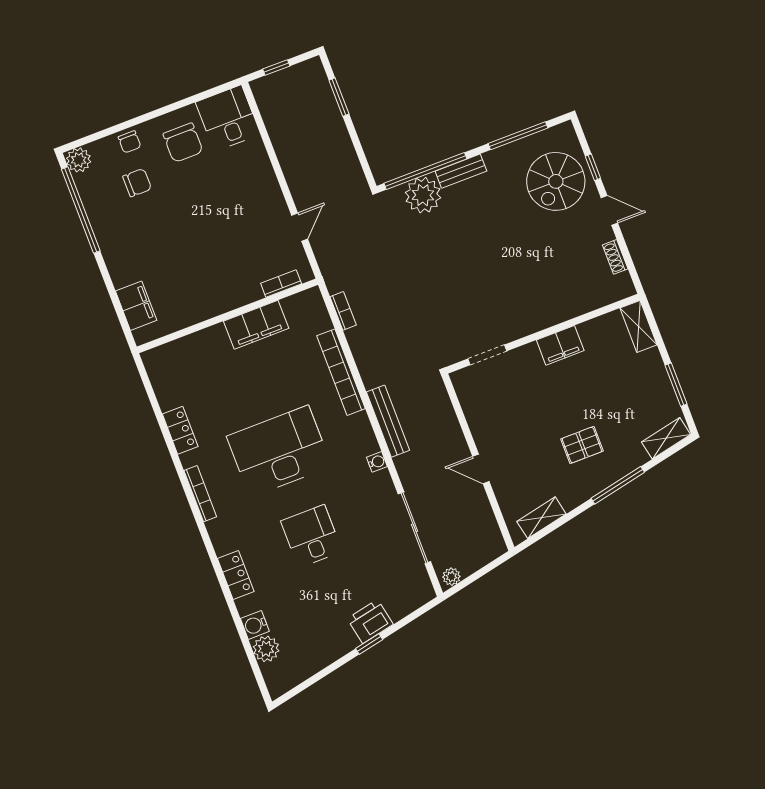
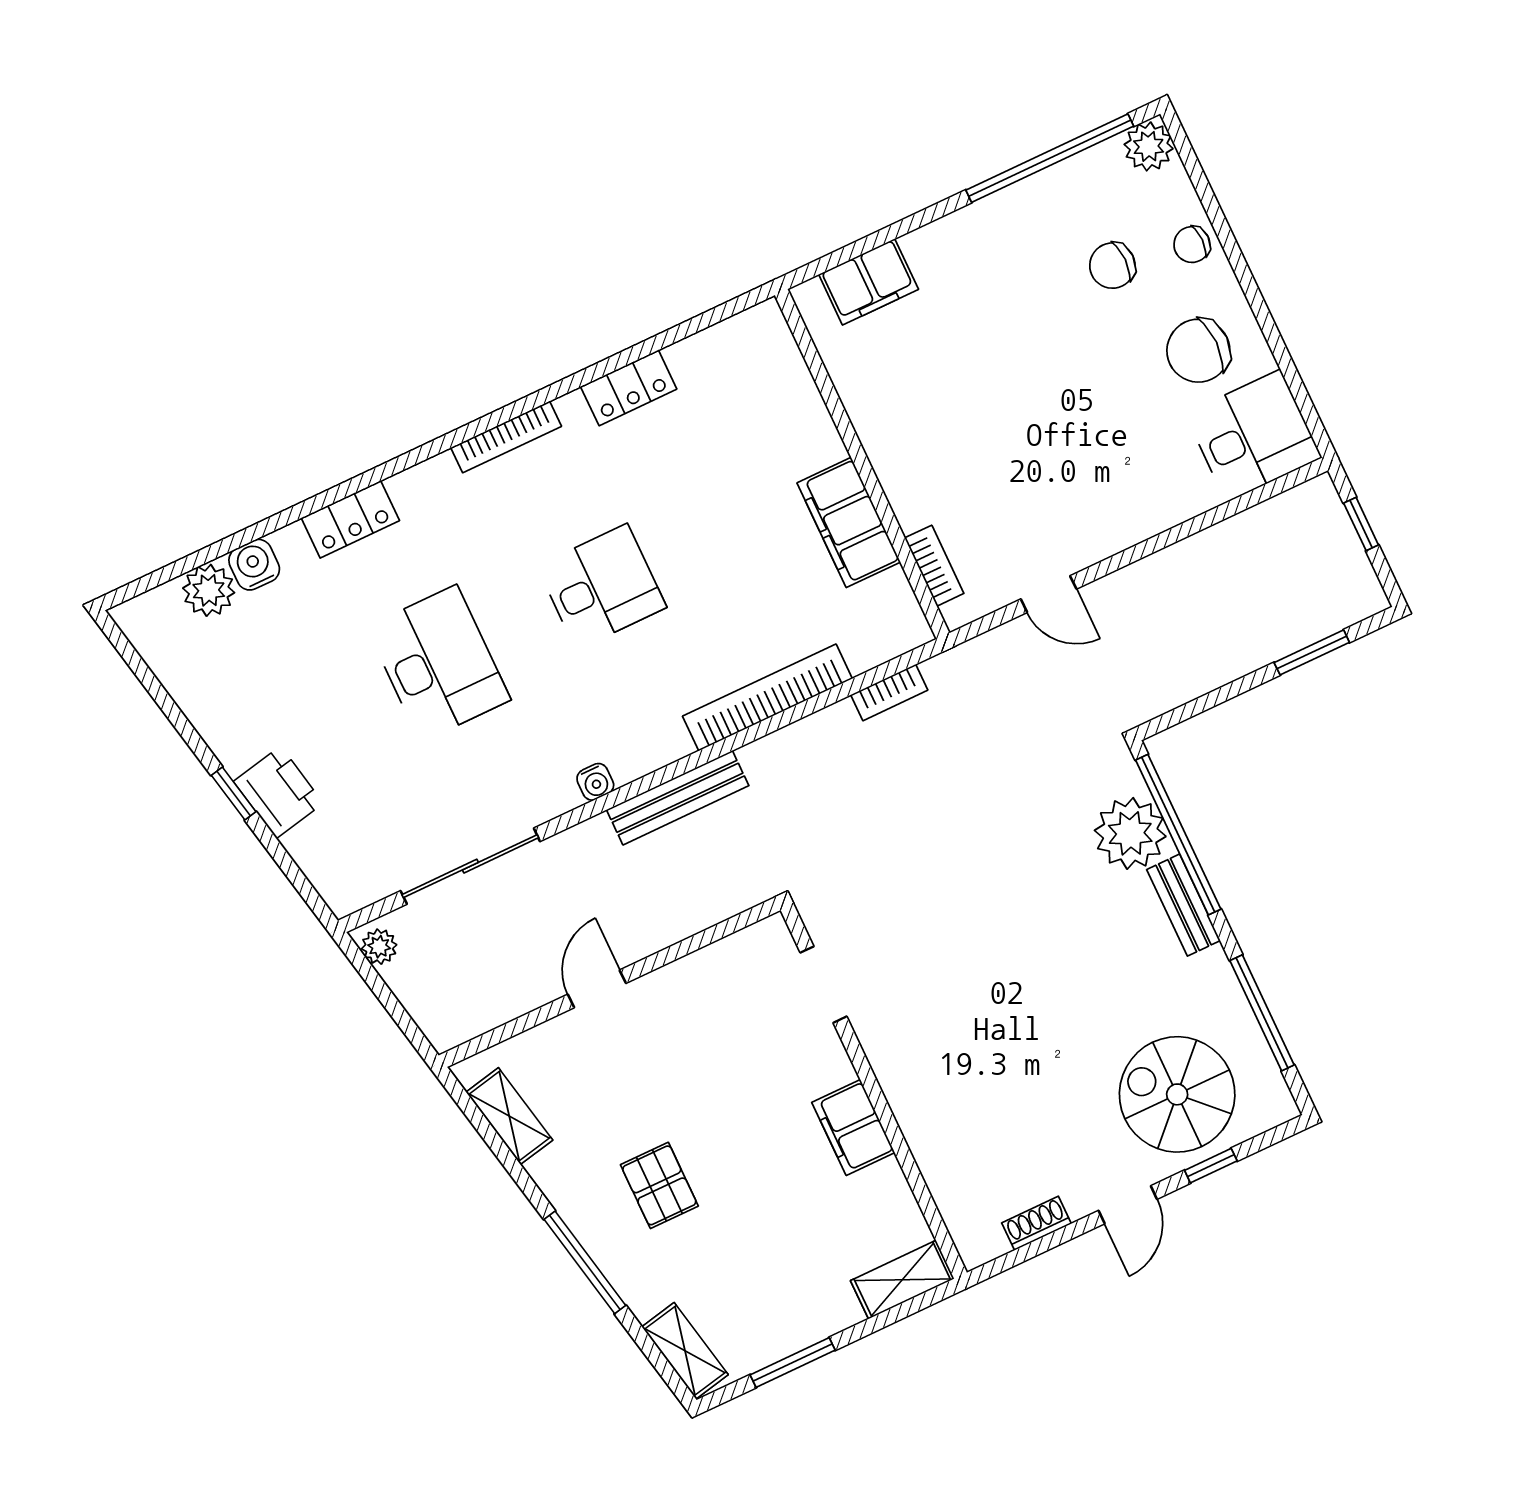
chair: (137, 183) -> (1112, 266), turned 90
desk: (279, 451) -> (602, 587), width x0.53, depth x0.77
desk: (311, 536) -> (439, 663), width x1.37

